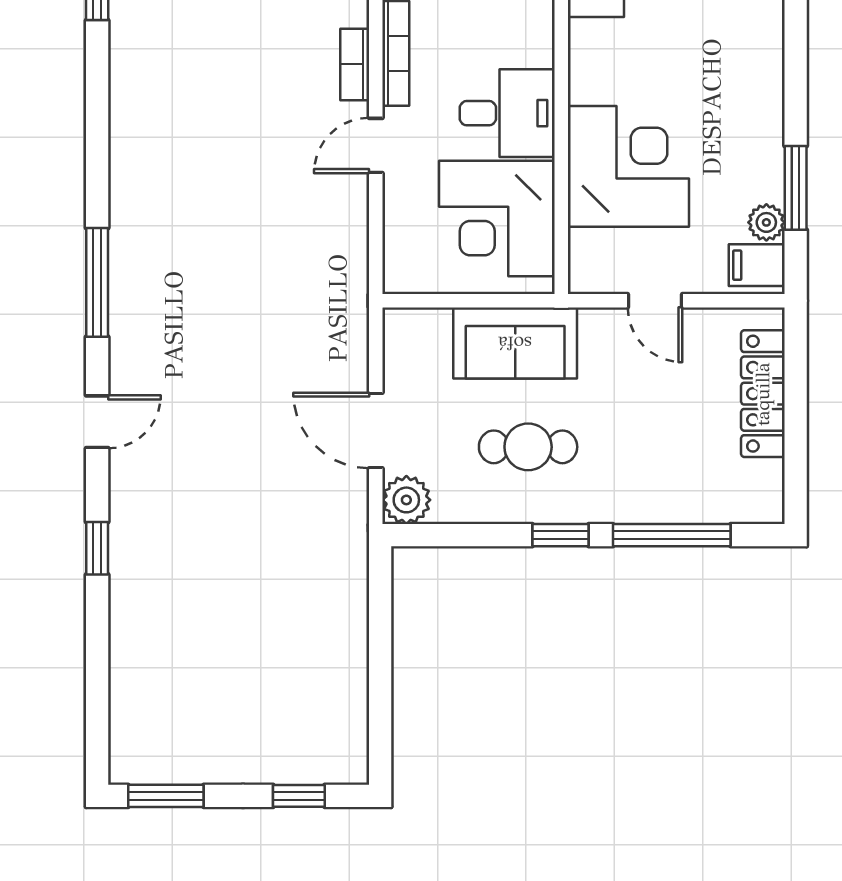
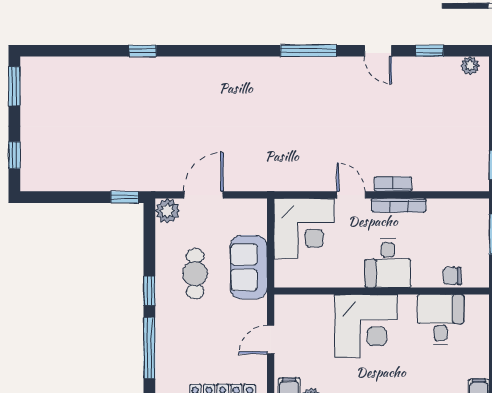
desk: (507, 113) -> (388, 263), moved
corner desk: (628, 166) -> (366, 326), moved
corner desk: (497, 218) -> (304, 228), moved, turned 180
window: (97, 282) -> (309, 51), moved
door: (97, 422) -> (378, 51), moved
window: (380, 583) -> (125, 197), added

